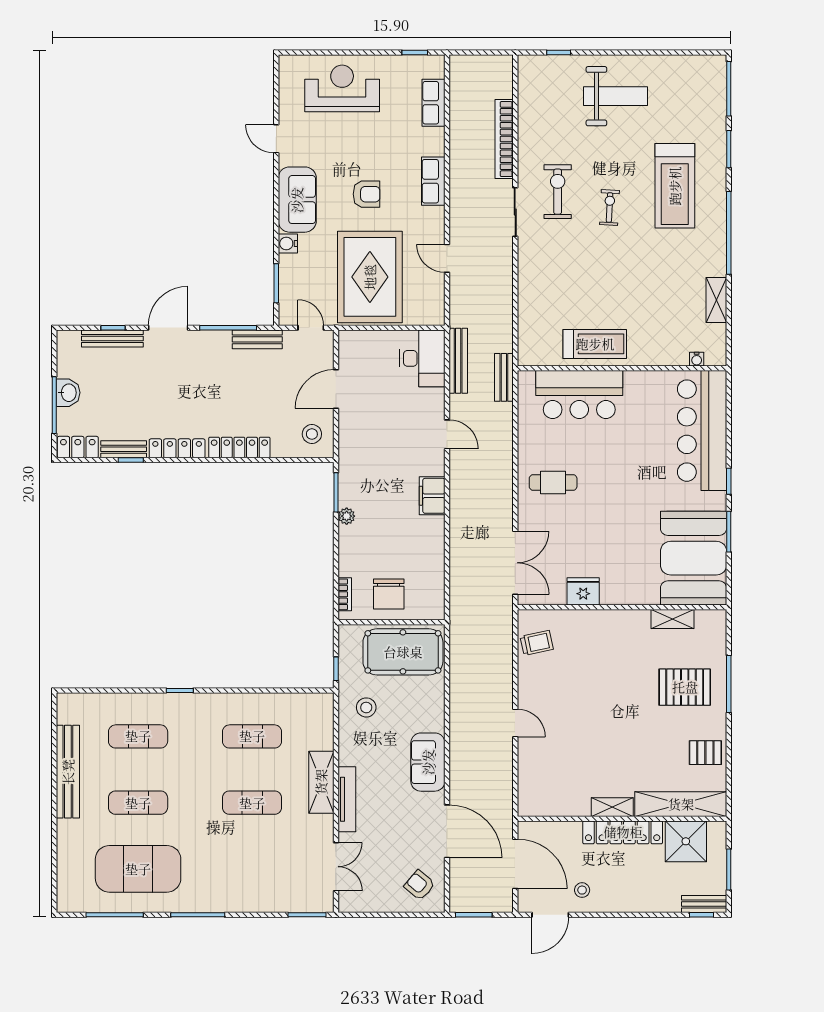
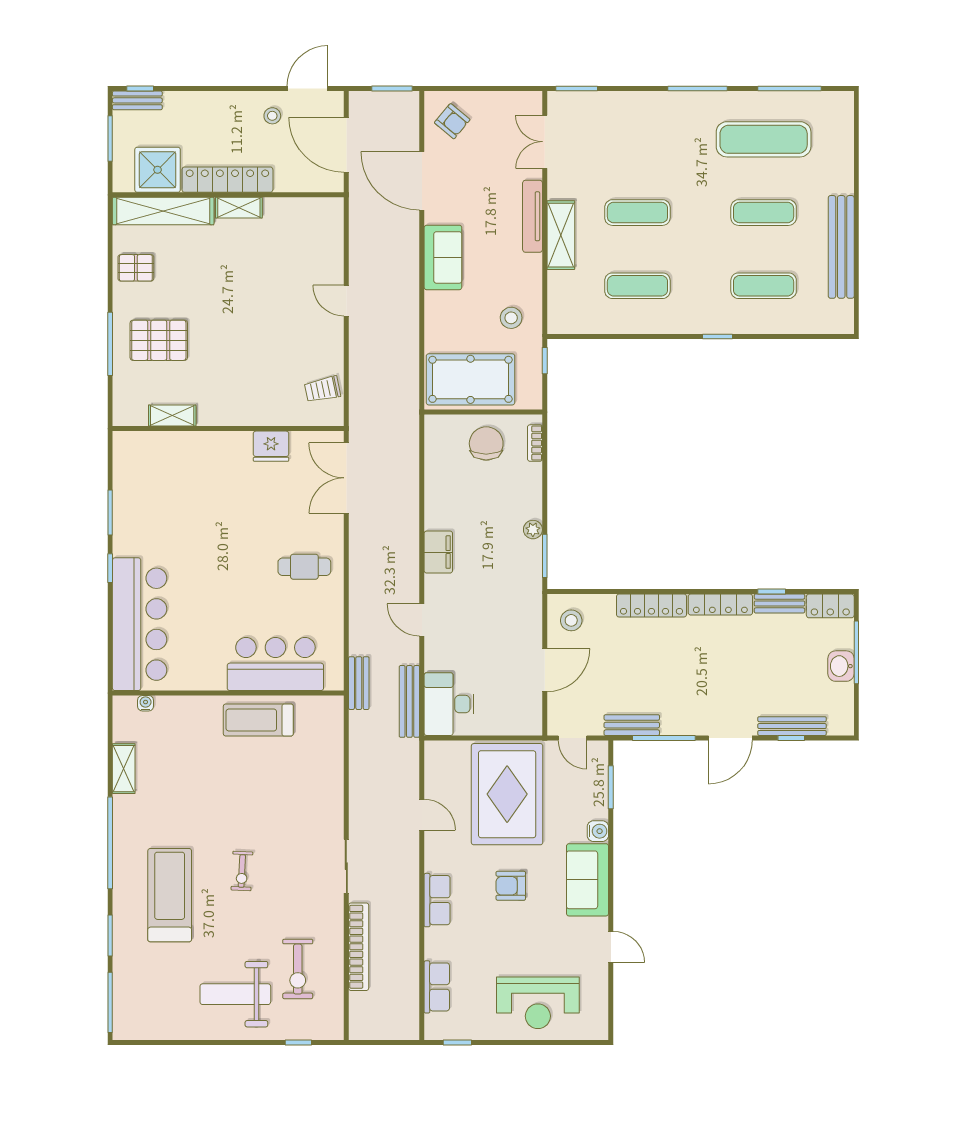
exercise bike: (558, 192) -> (298, 969), moved
booth: (694, 558) -> (149, 483), removed
exercise mat: (138, 869) -> (764, 139), width x0.68

